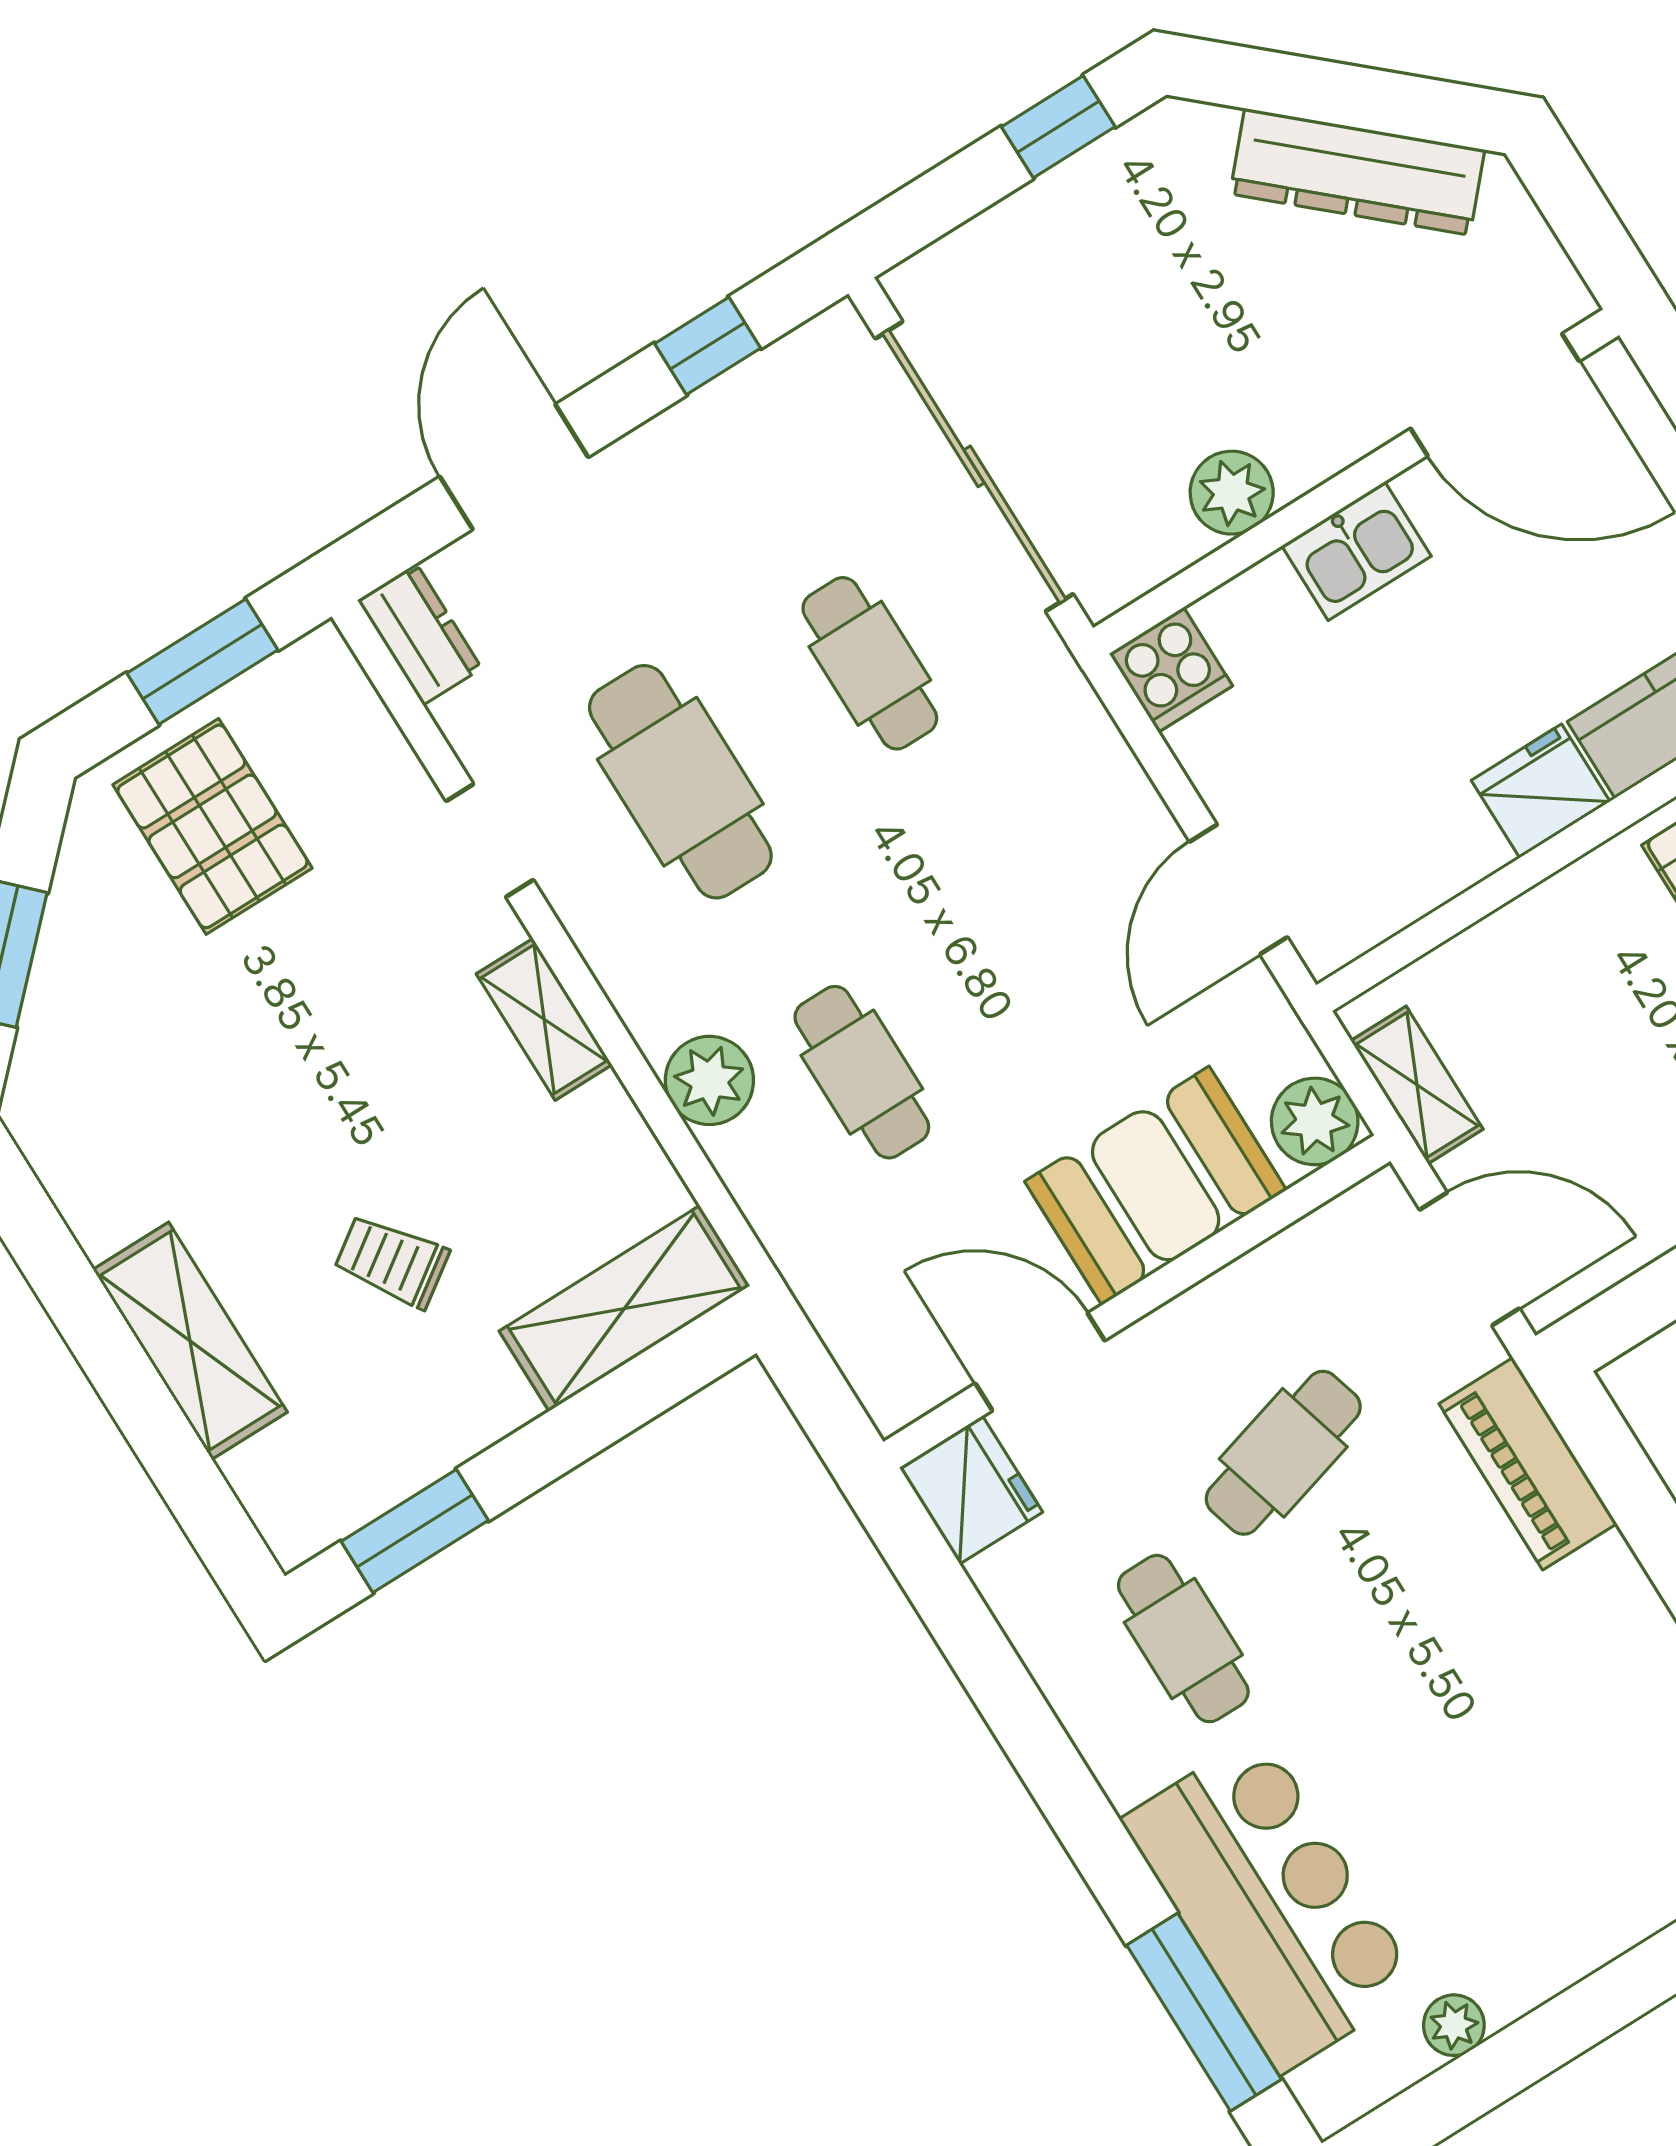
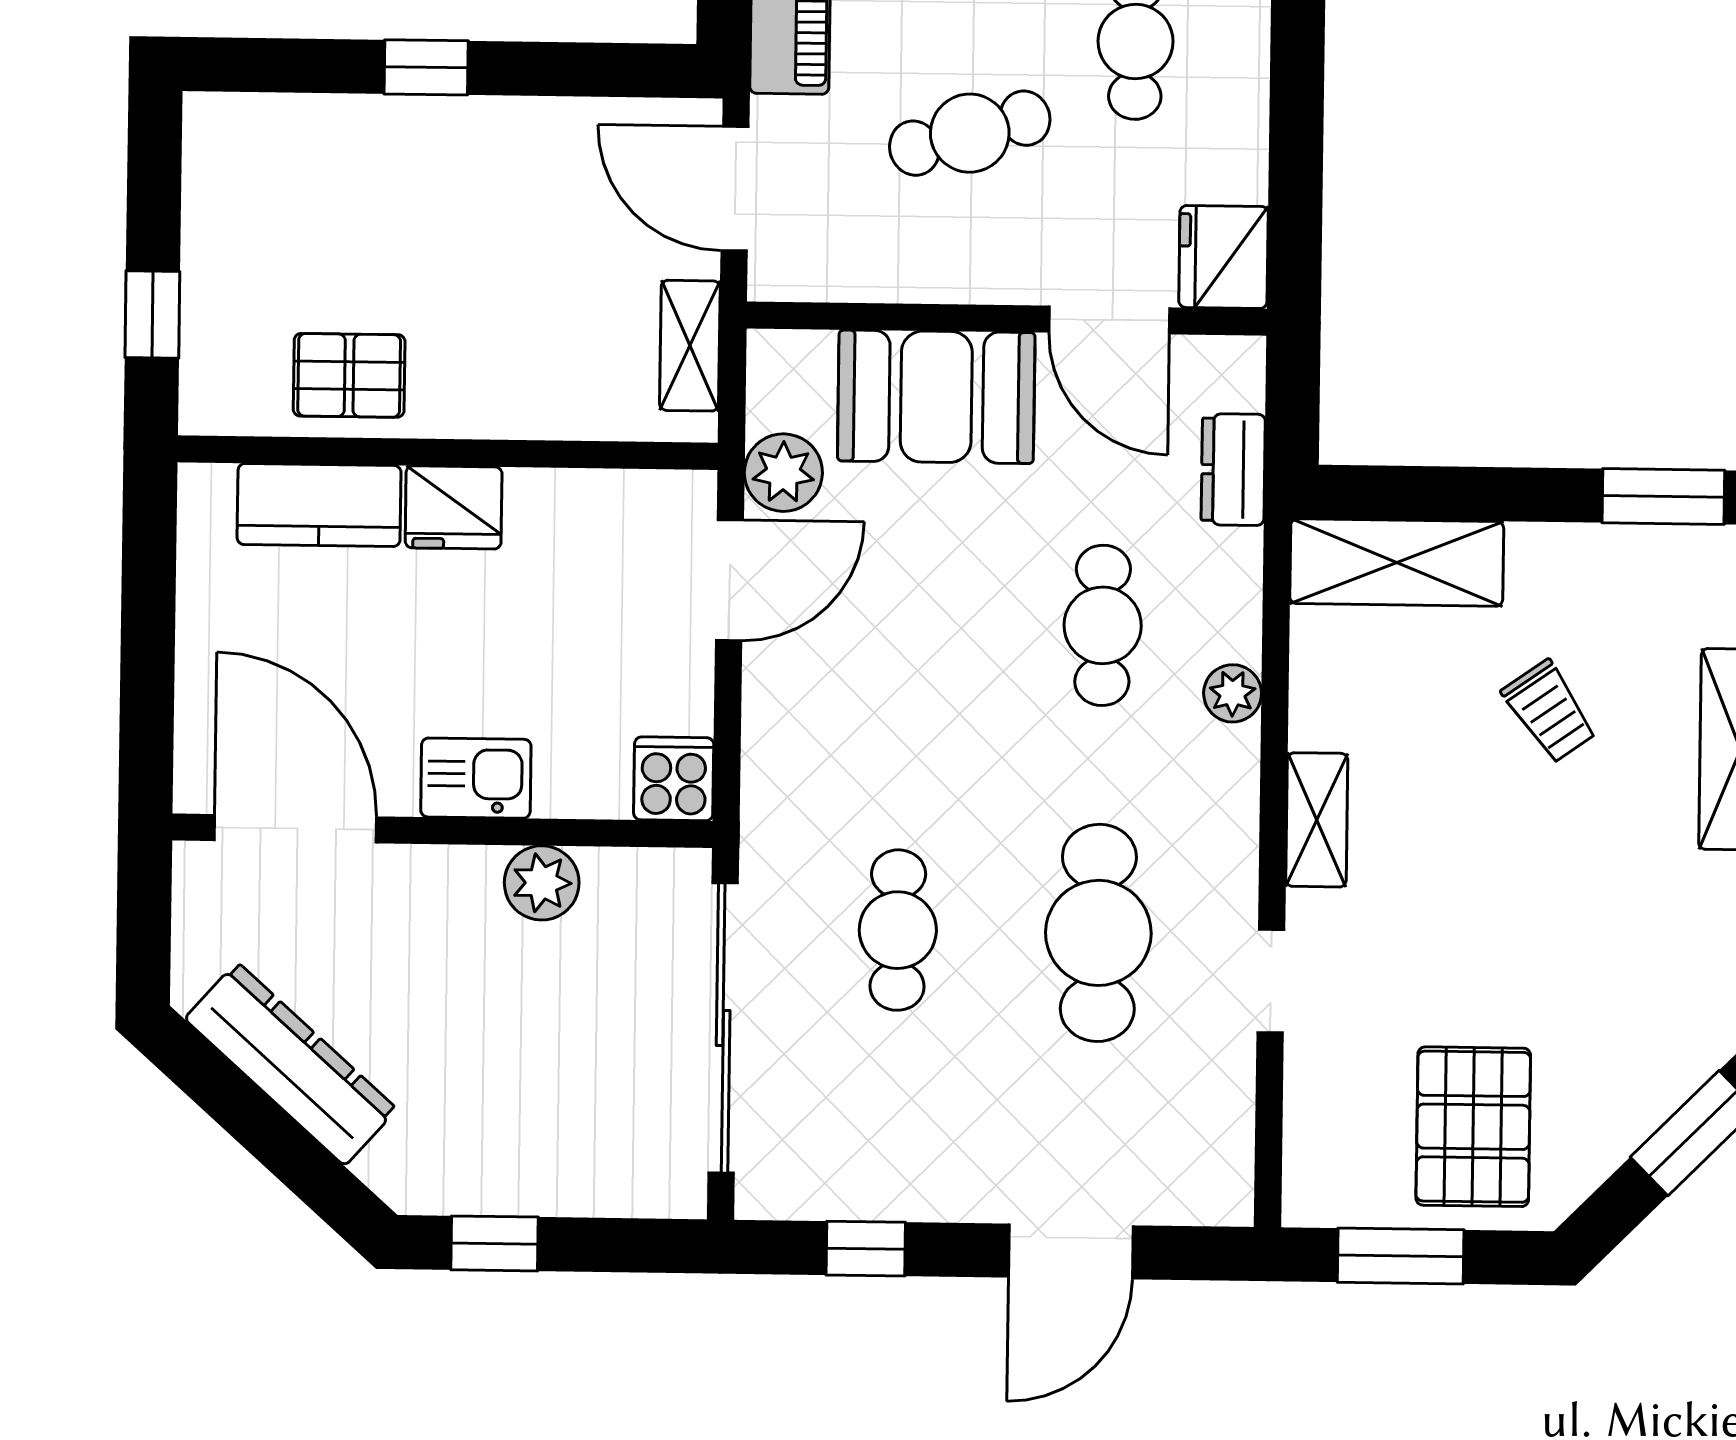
dresser: (420, 634) -> (1233, 470), moved
plant: (709, 1080) -> (1233, 693), width x0.73, depth x0.73
plant: (1315, 1121) -> (783, 473), moved

